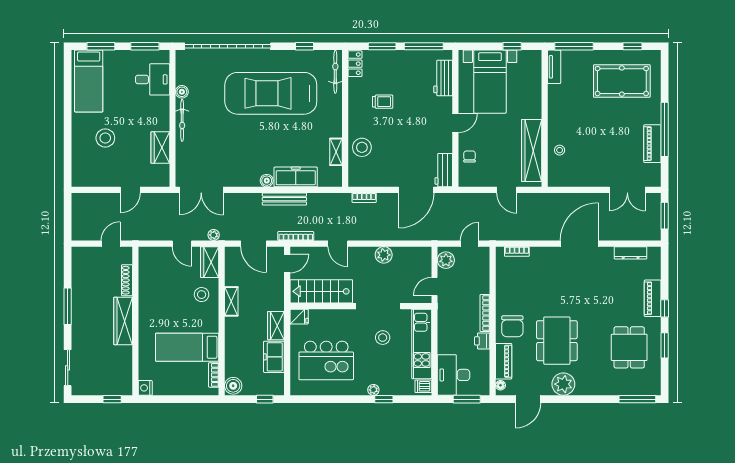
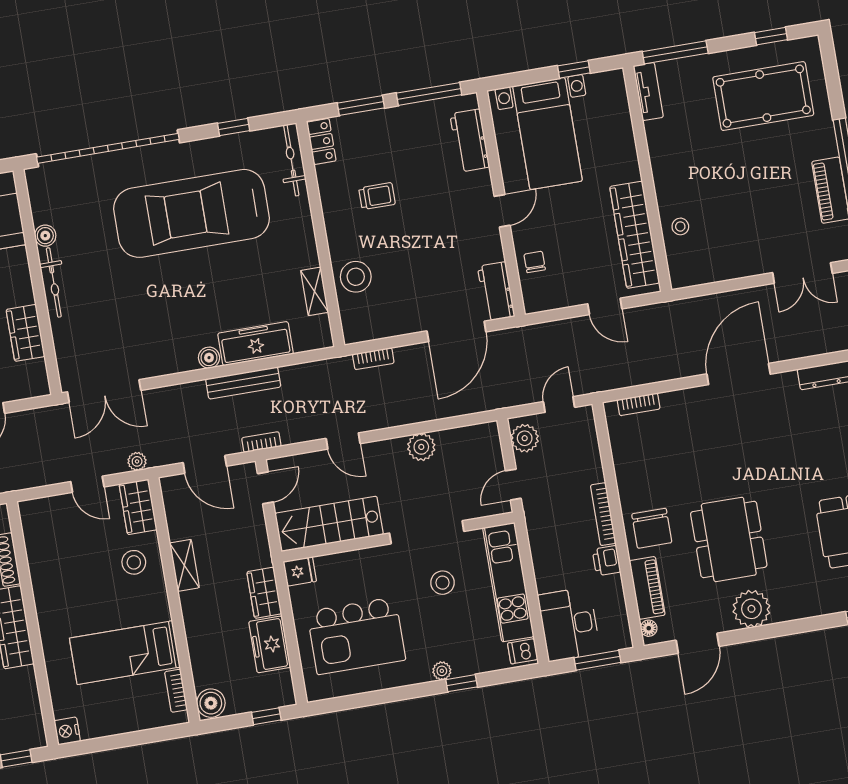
bookcase: (296, 236) -> (261, 442), width x0.64

